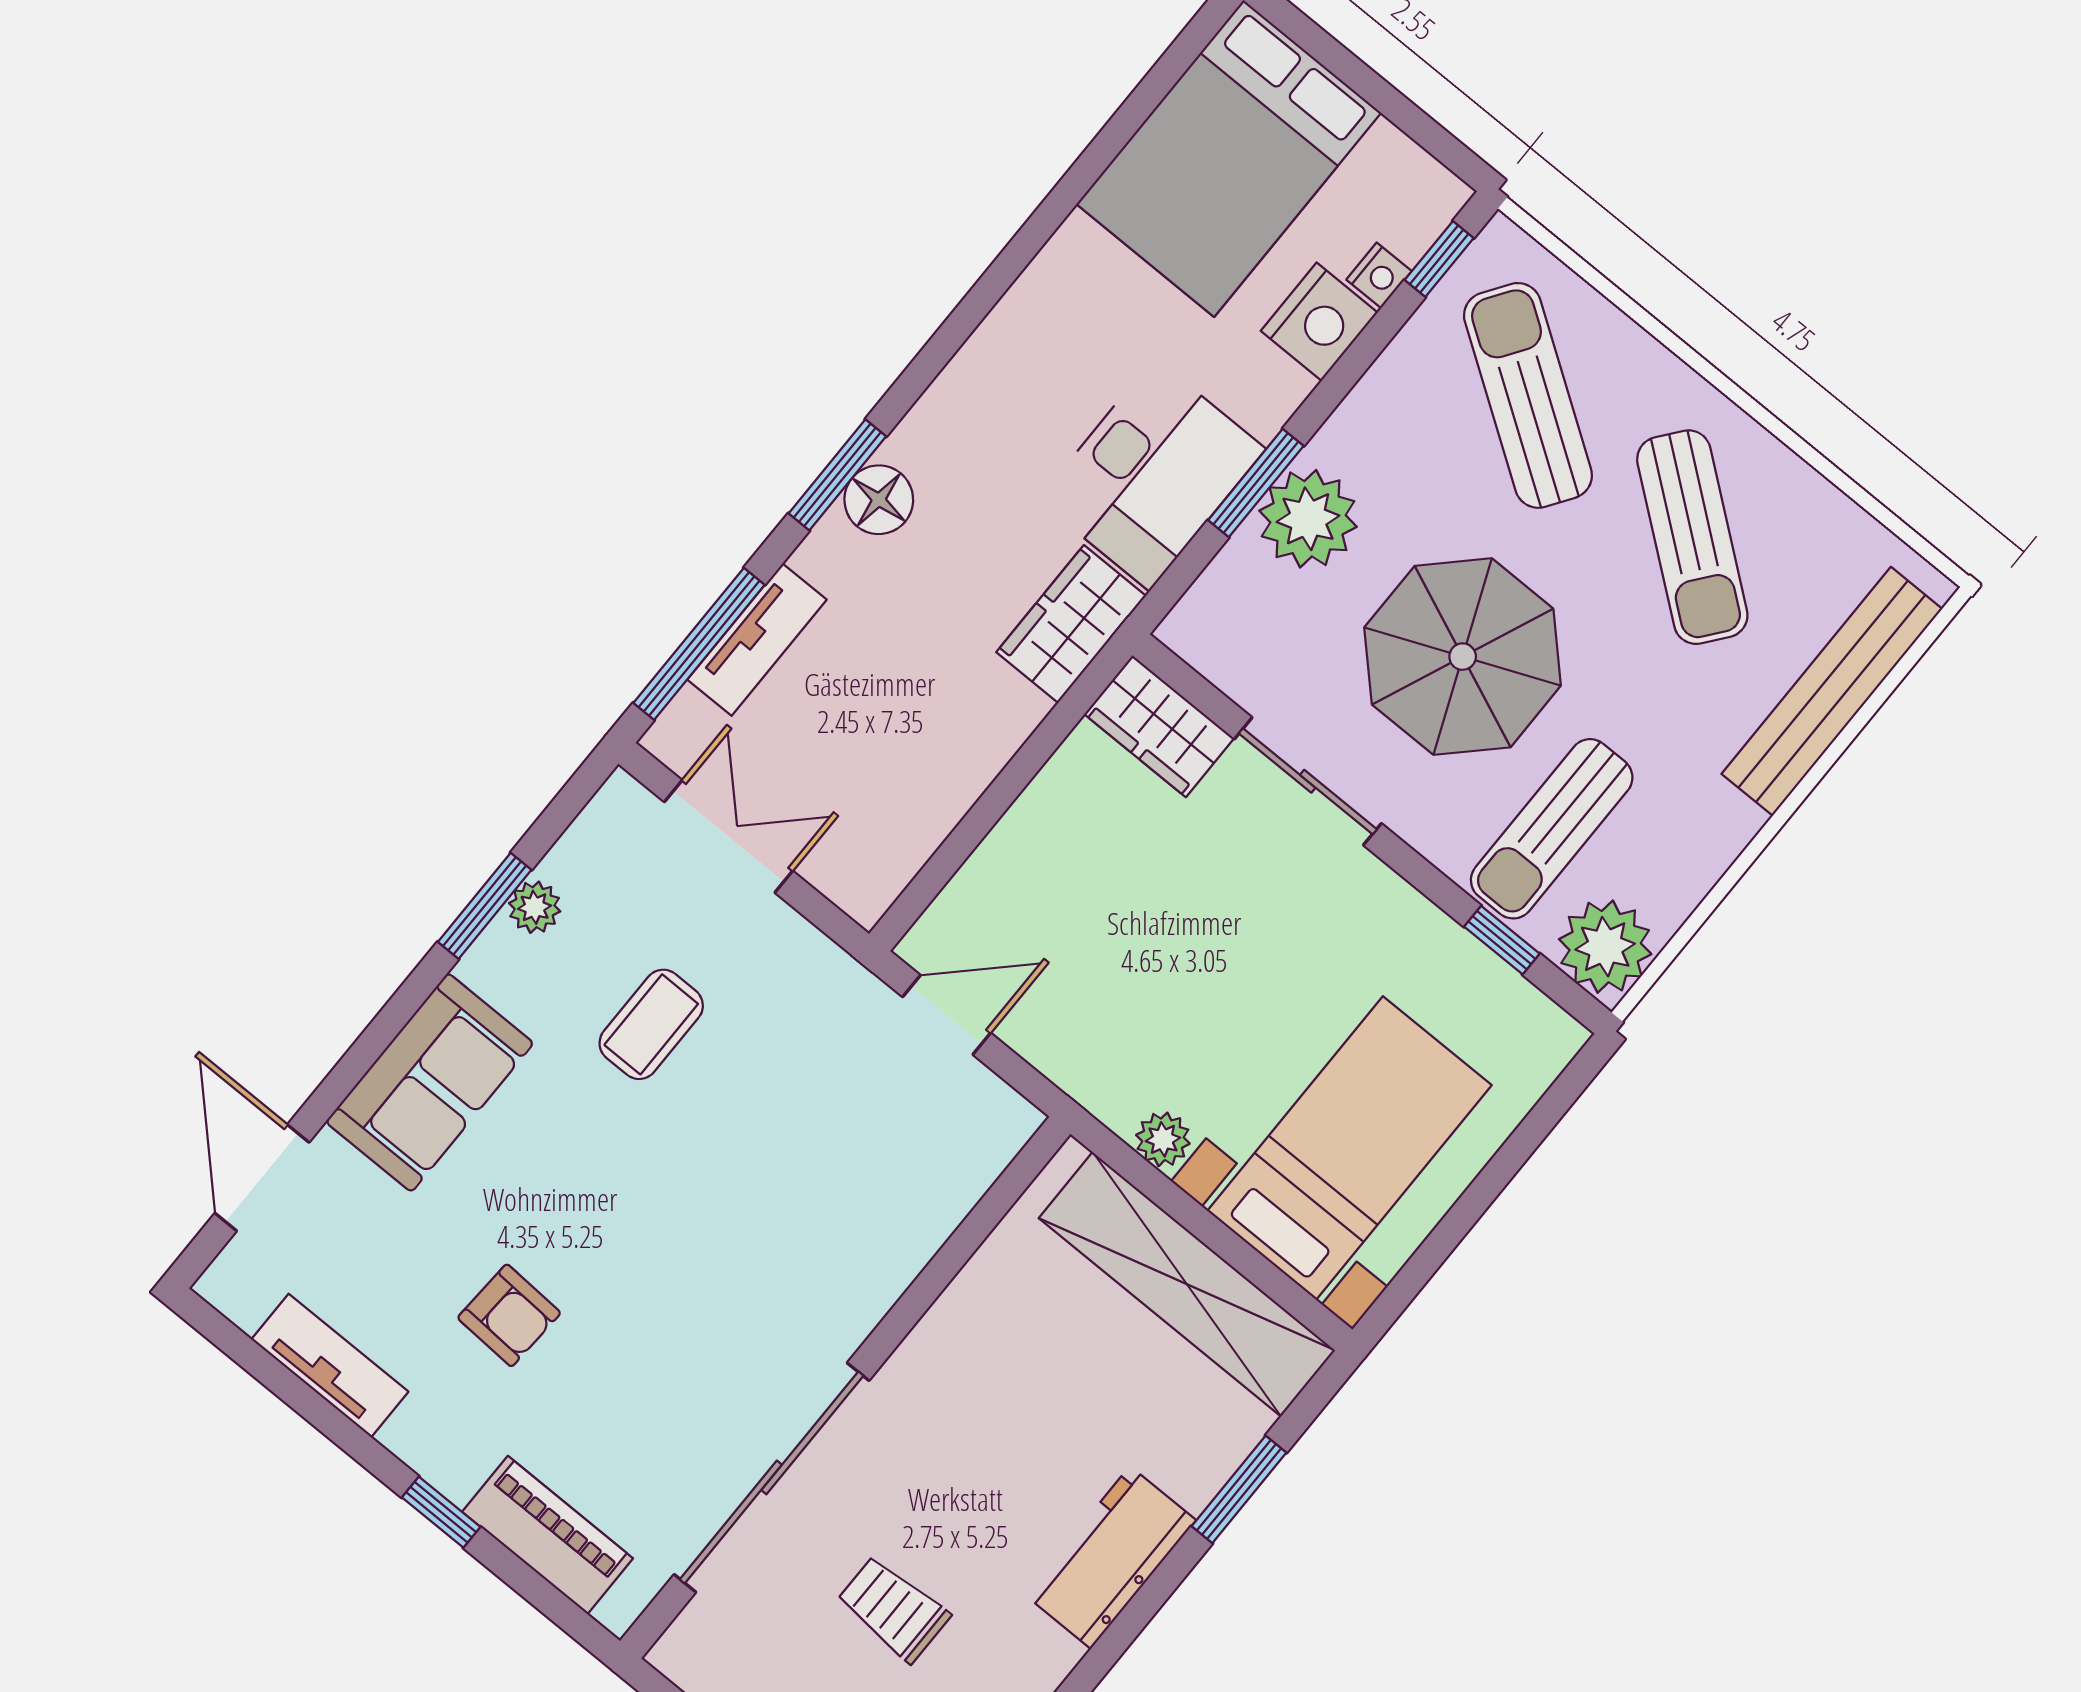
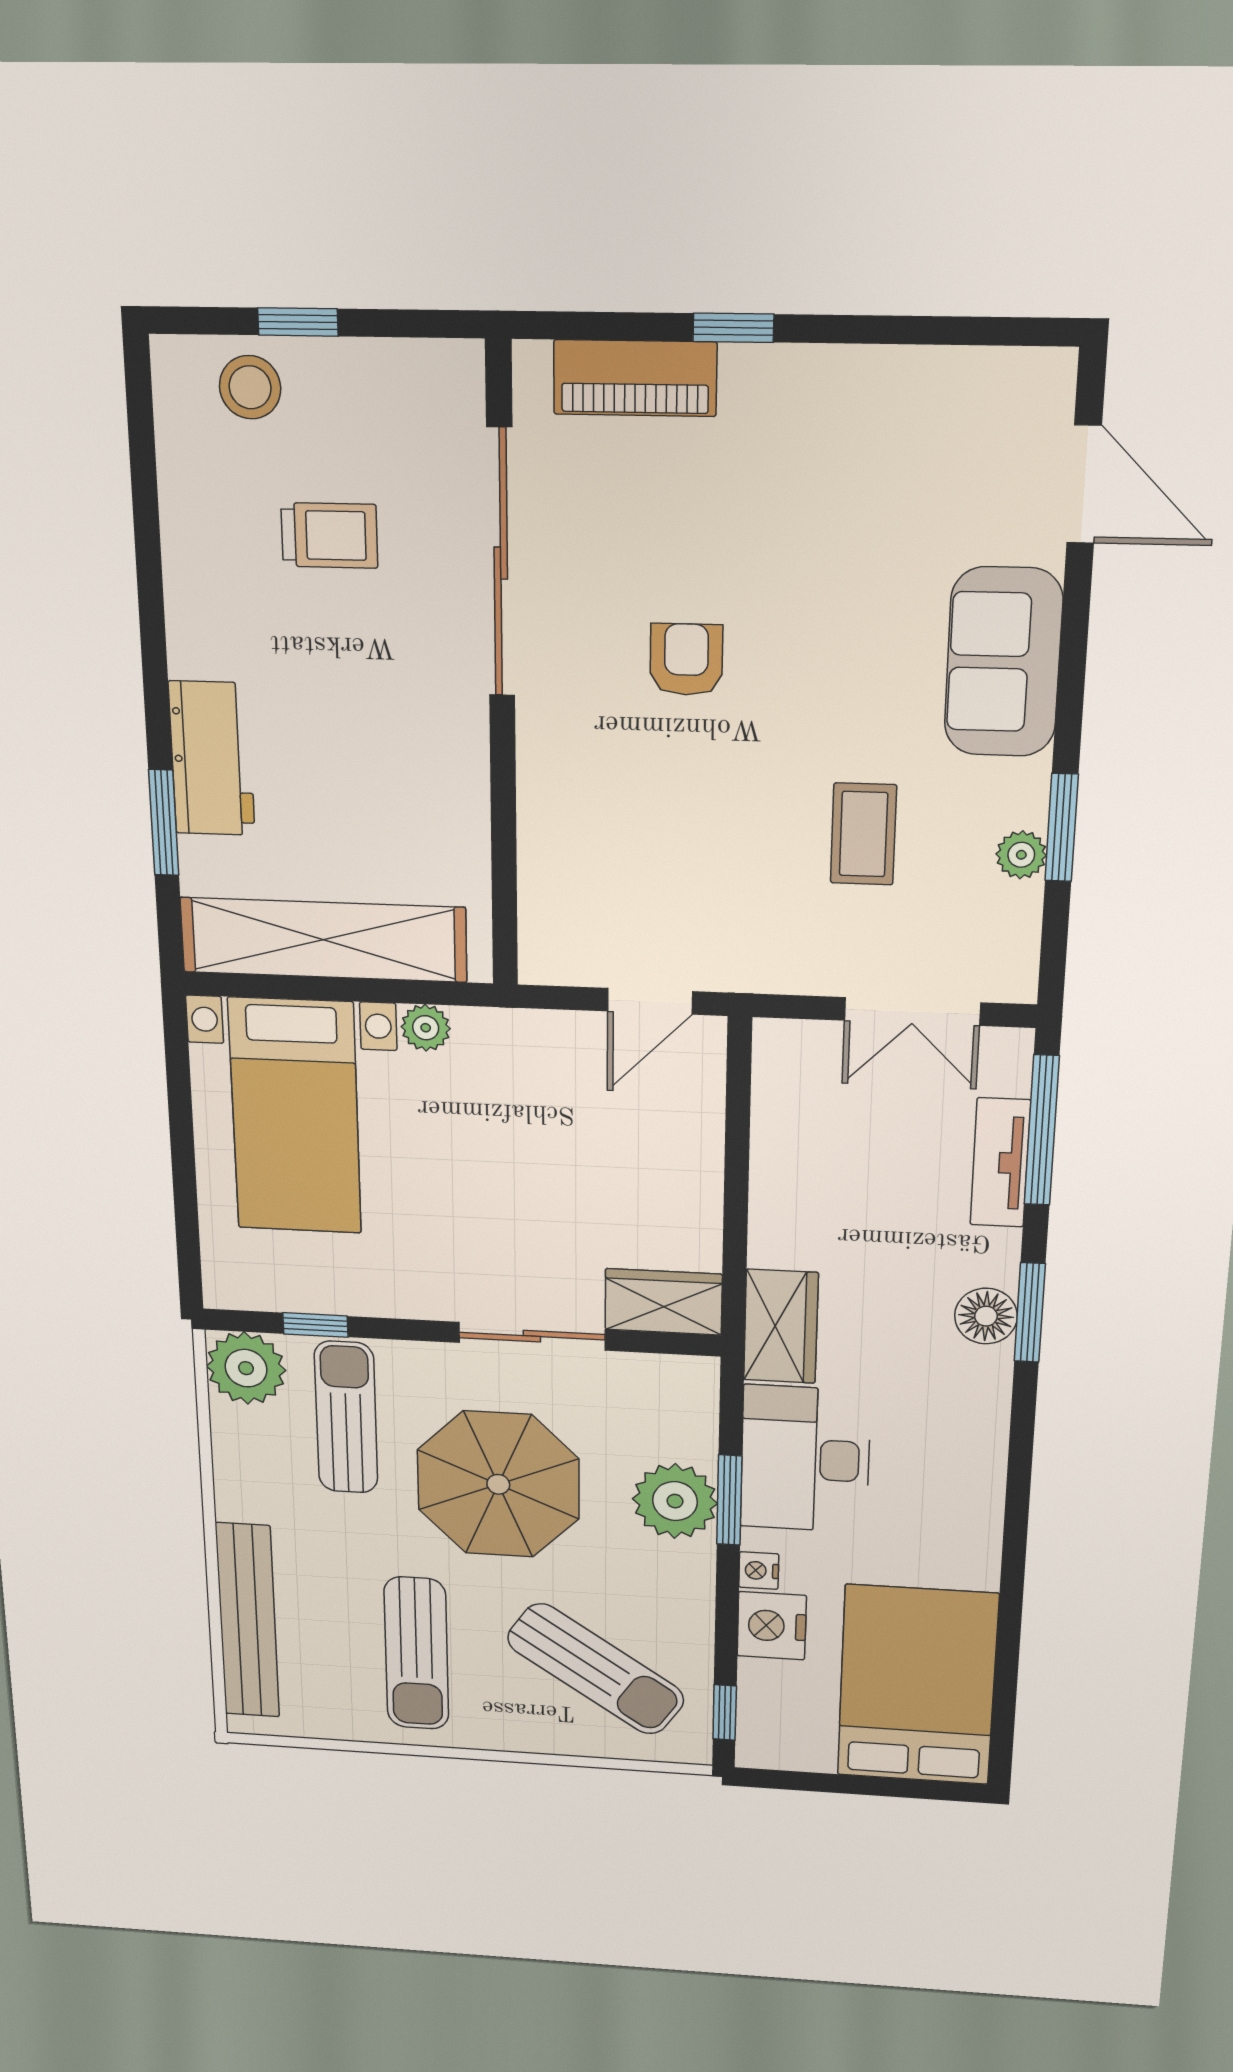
nightstand: (1379, 275) -> (759, 1571), moved
sun lounger: (1692, 537) -> (416, 1654), turned -128
armchair: (509, 1315) -> (686, 660), moved, turned 87
tv unit: (330, 1365) -> (915, 375), removed
workbench: (1110, 1557) -> (212, 759), moved

